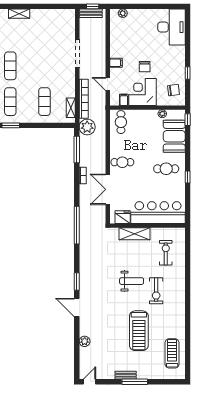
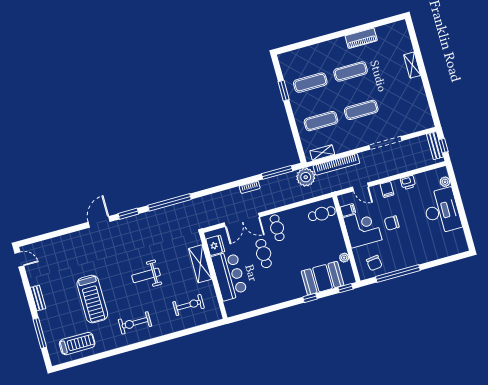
desk: (171, 27) -> (442, 211), moved, turned -90
printer: (115, 44) -> (408, 182), added
exercise mat: (44, 66) -> (361, 110), added
window: (188, 73) -> (398, 273), width x3.17
door: (108, 84) -> (360, 187), swing flipped
cafe table: (166, 169) -> (264, 254), moved
window: (188, 177) -> (310, 298), moved
double door: (108, 189) -> (242, 220), swing flipped
bar counter: (158, 213) -> (229, 276), width x0.73
window: (77, 225) -> (169, 202), moved
weight bench: (132, 281) -> (146, 275), turned 90
exercise bike: (156, 291) -> (135, 323), moved
treadmill: (139, 331) -> (92, 299), turned -90
plant: (85, 341) -> (63, 241), removed
window: (135, 382) -> (40, 333), moved

